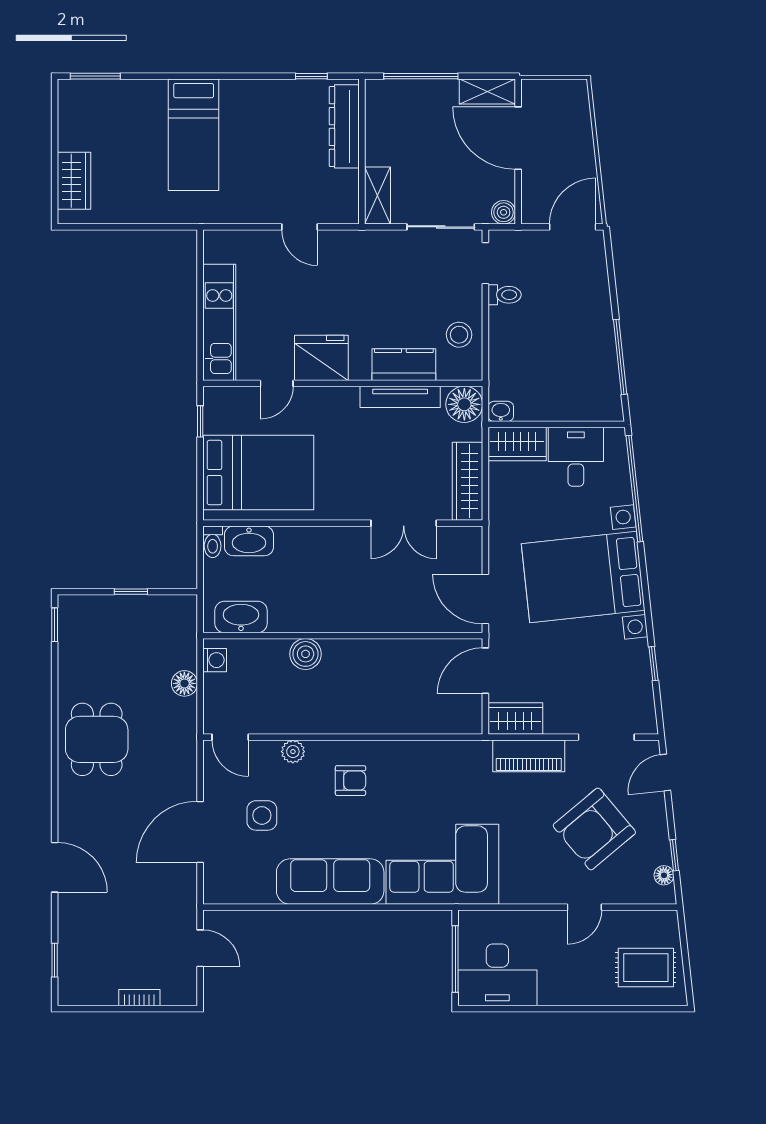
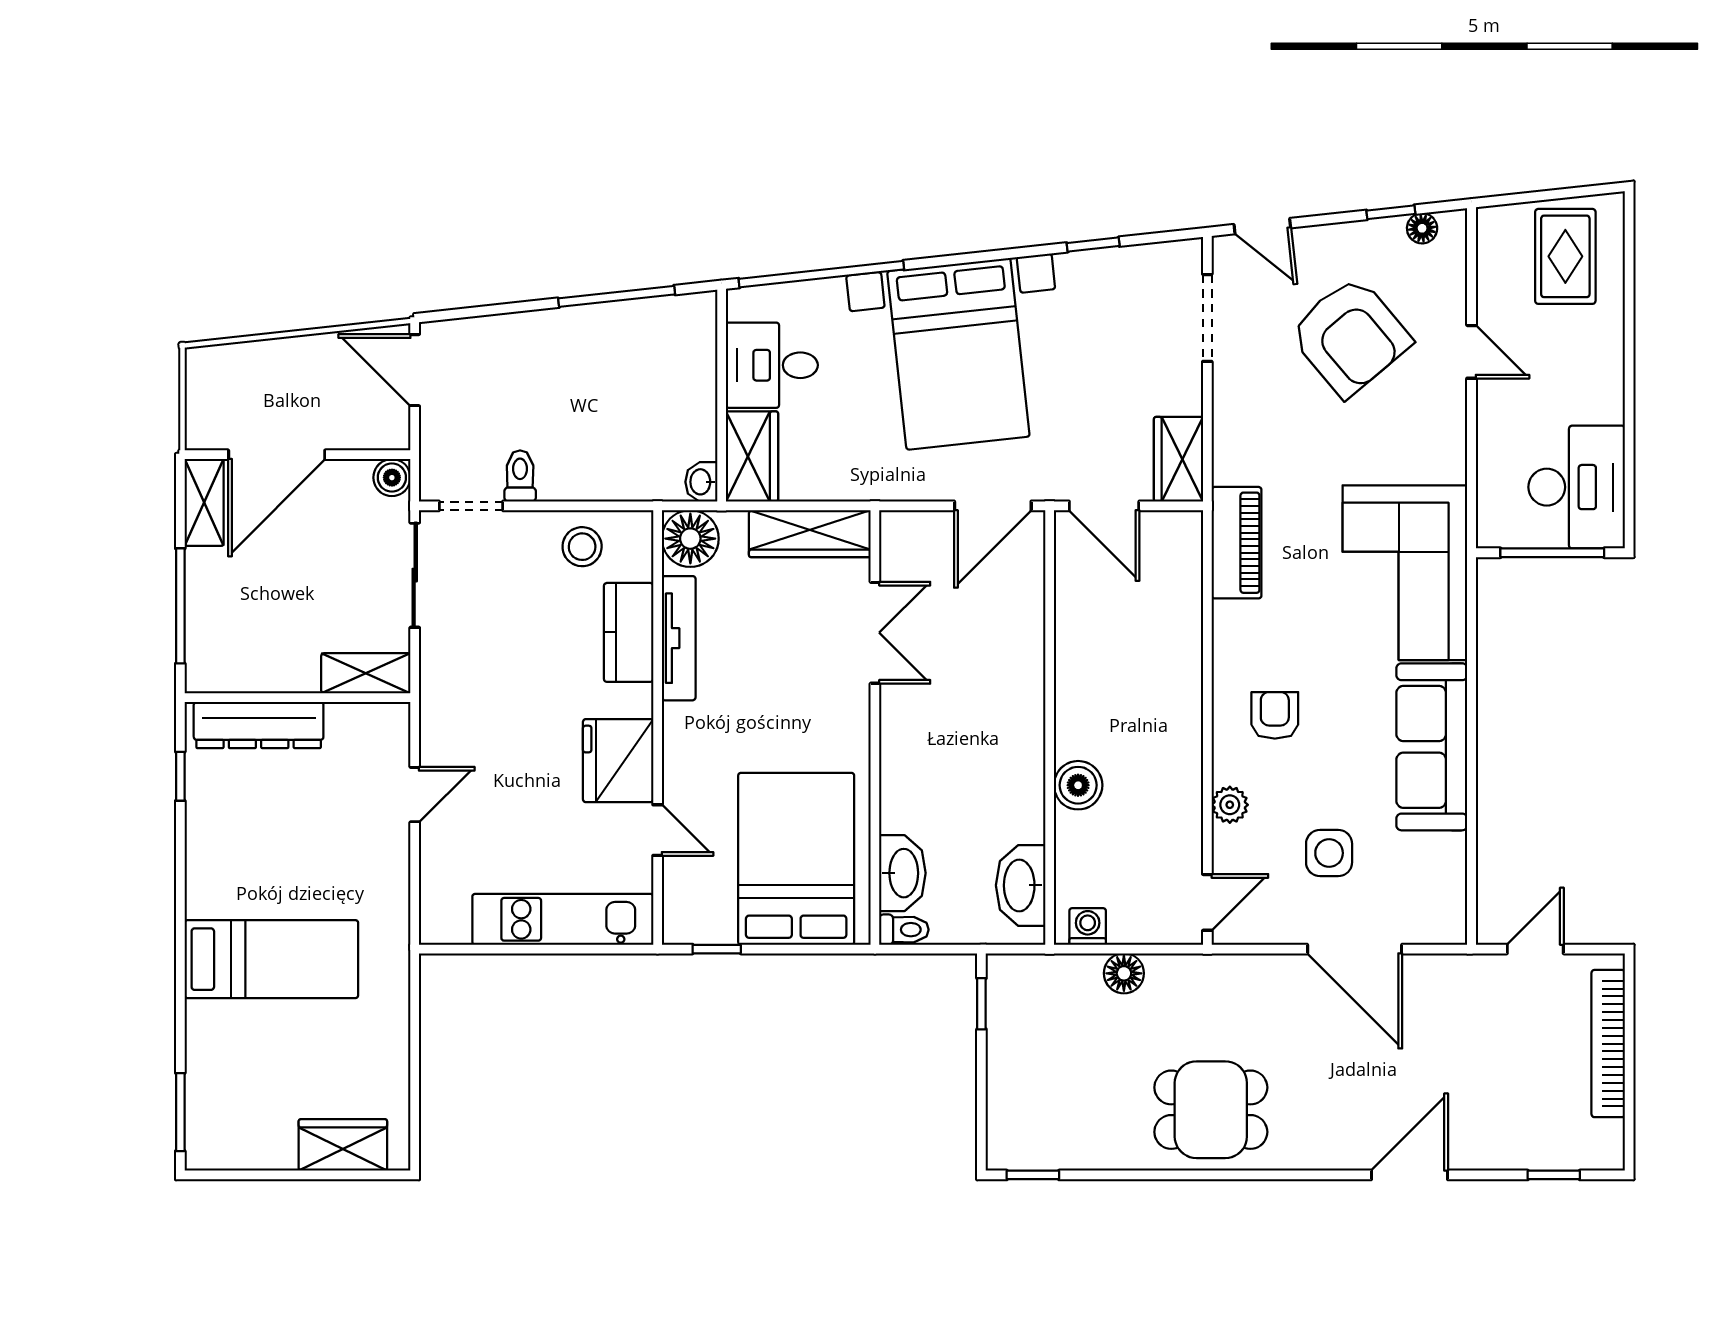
window: (131, 592) -> (981, 1004), moved
piano: (529, 756) -> (1237, 543), moved
bookcase: (139, 998) -> (1608, 1044), width x2.31, depth x1.31

